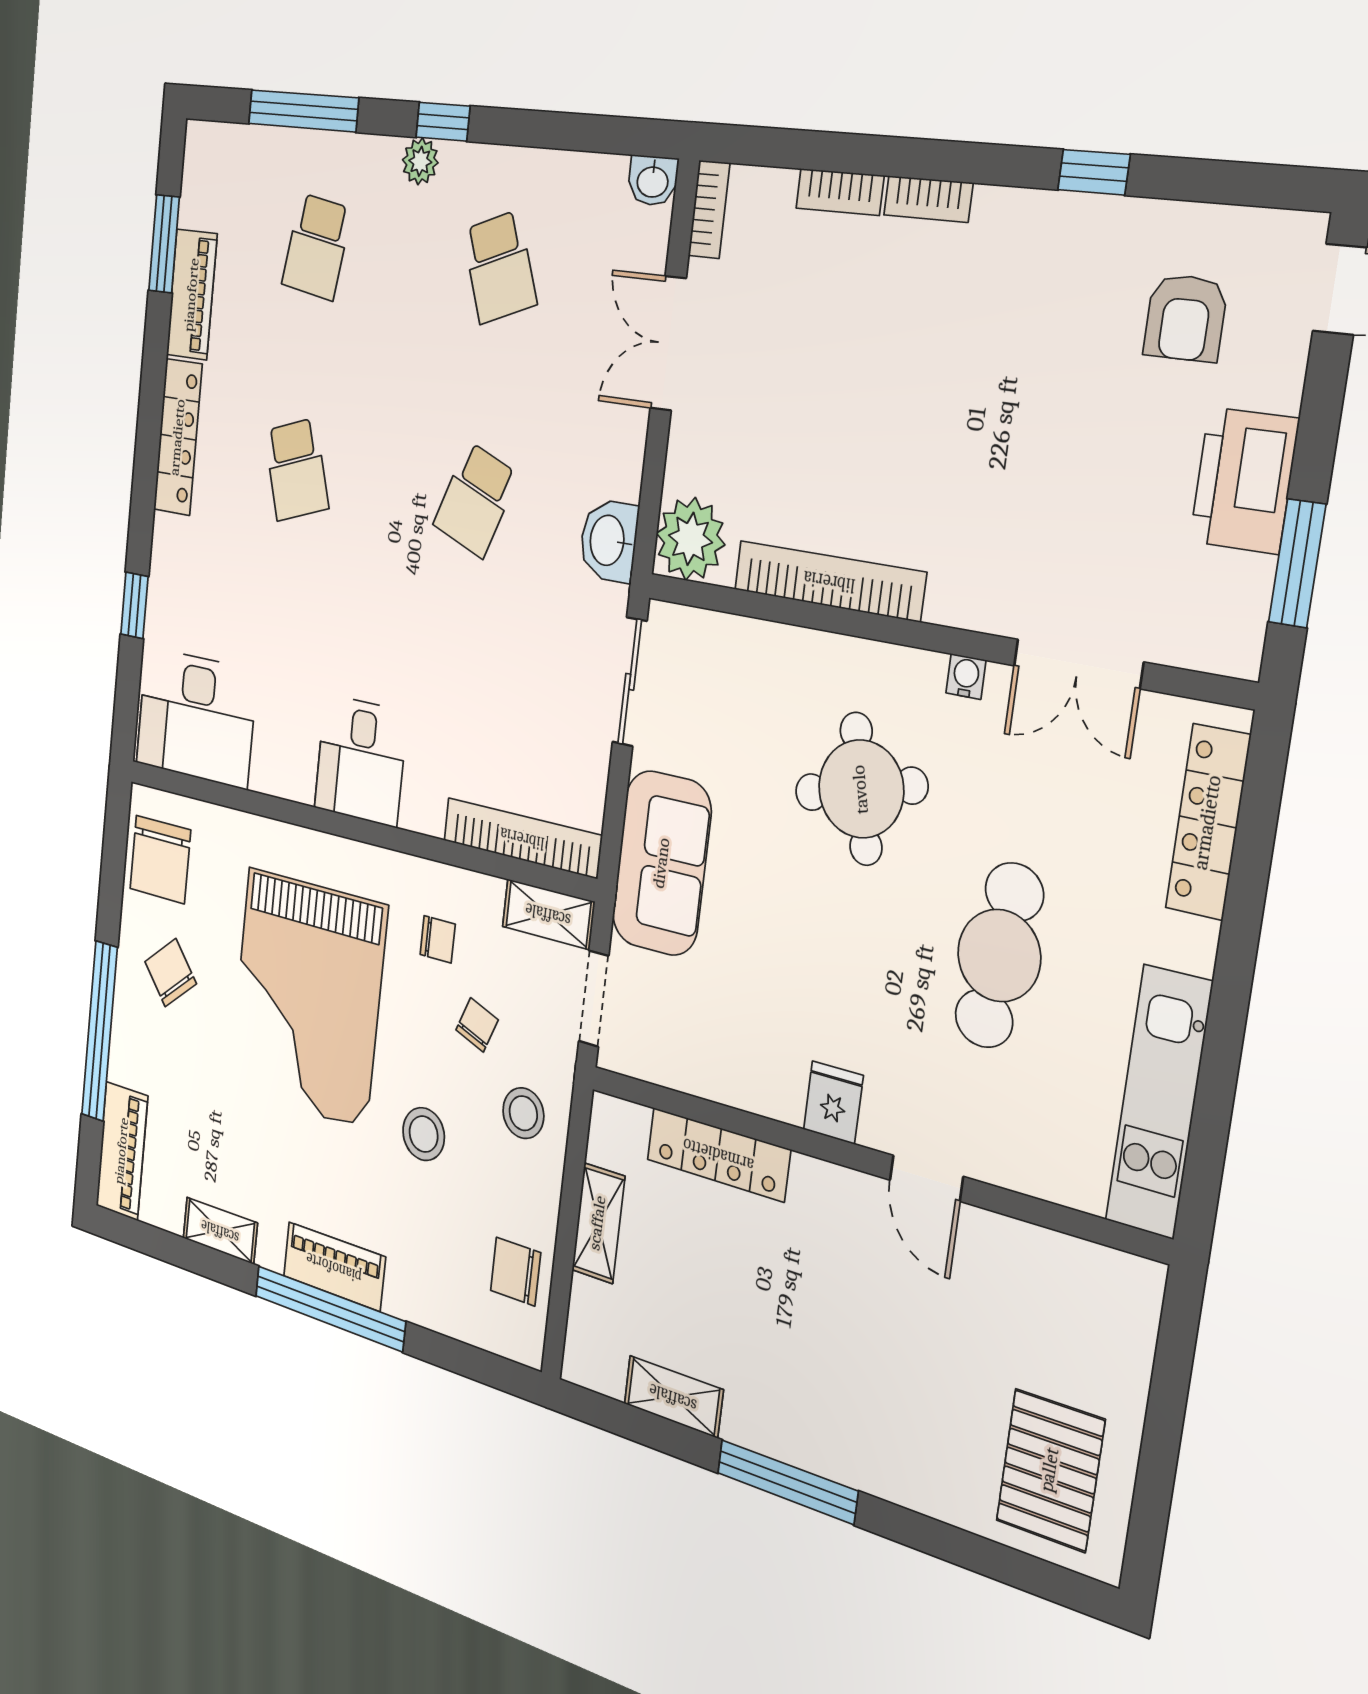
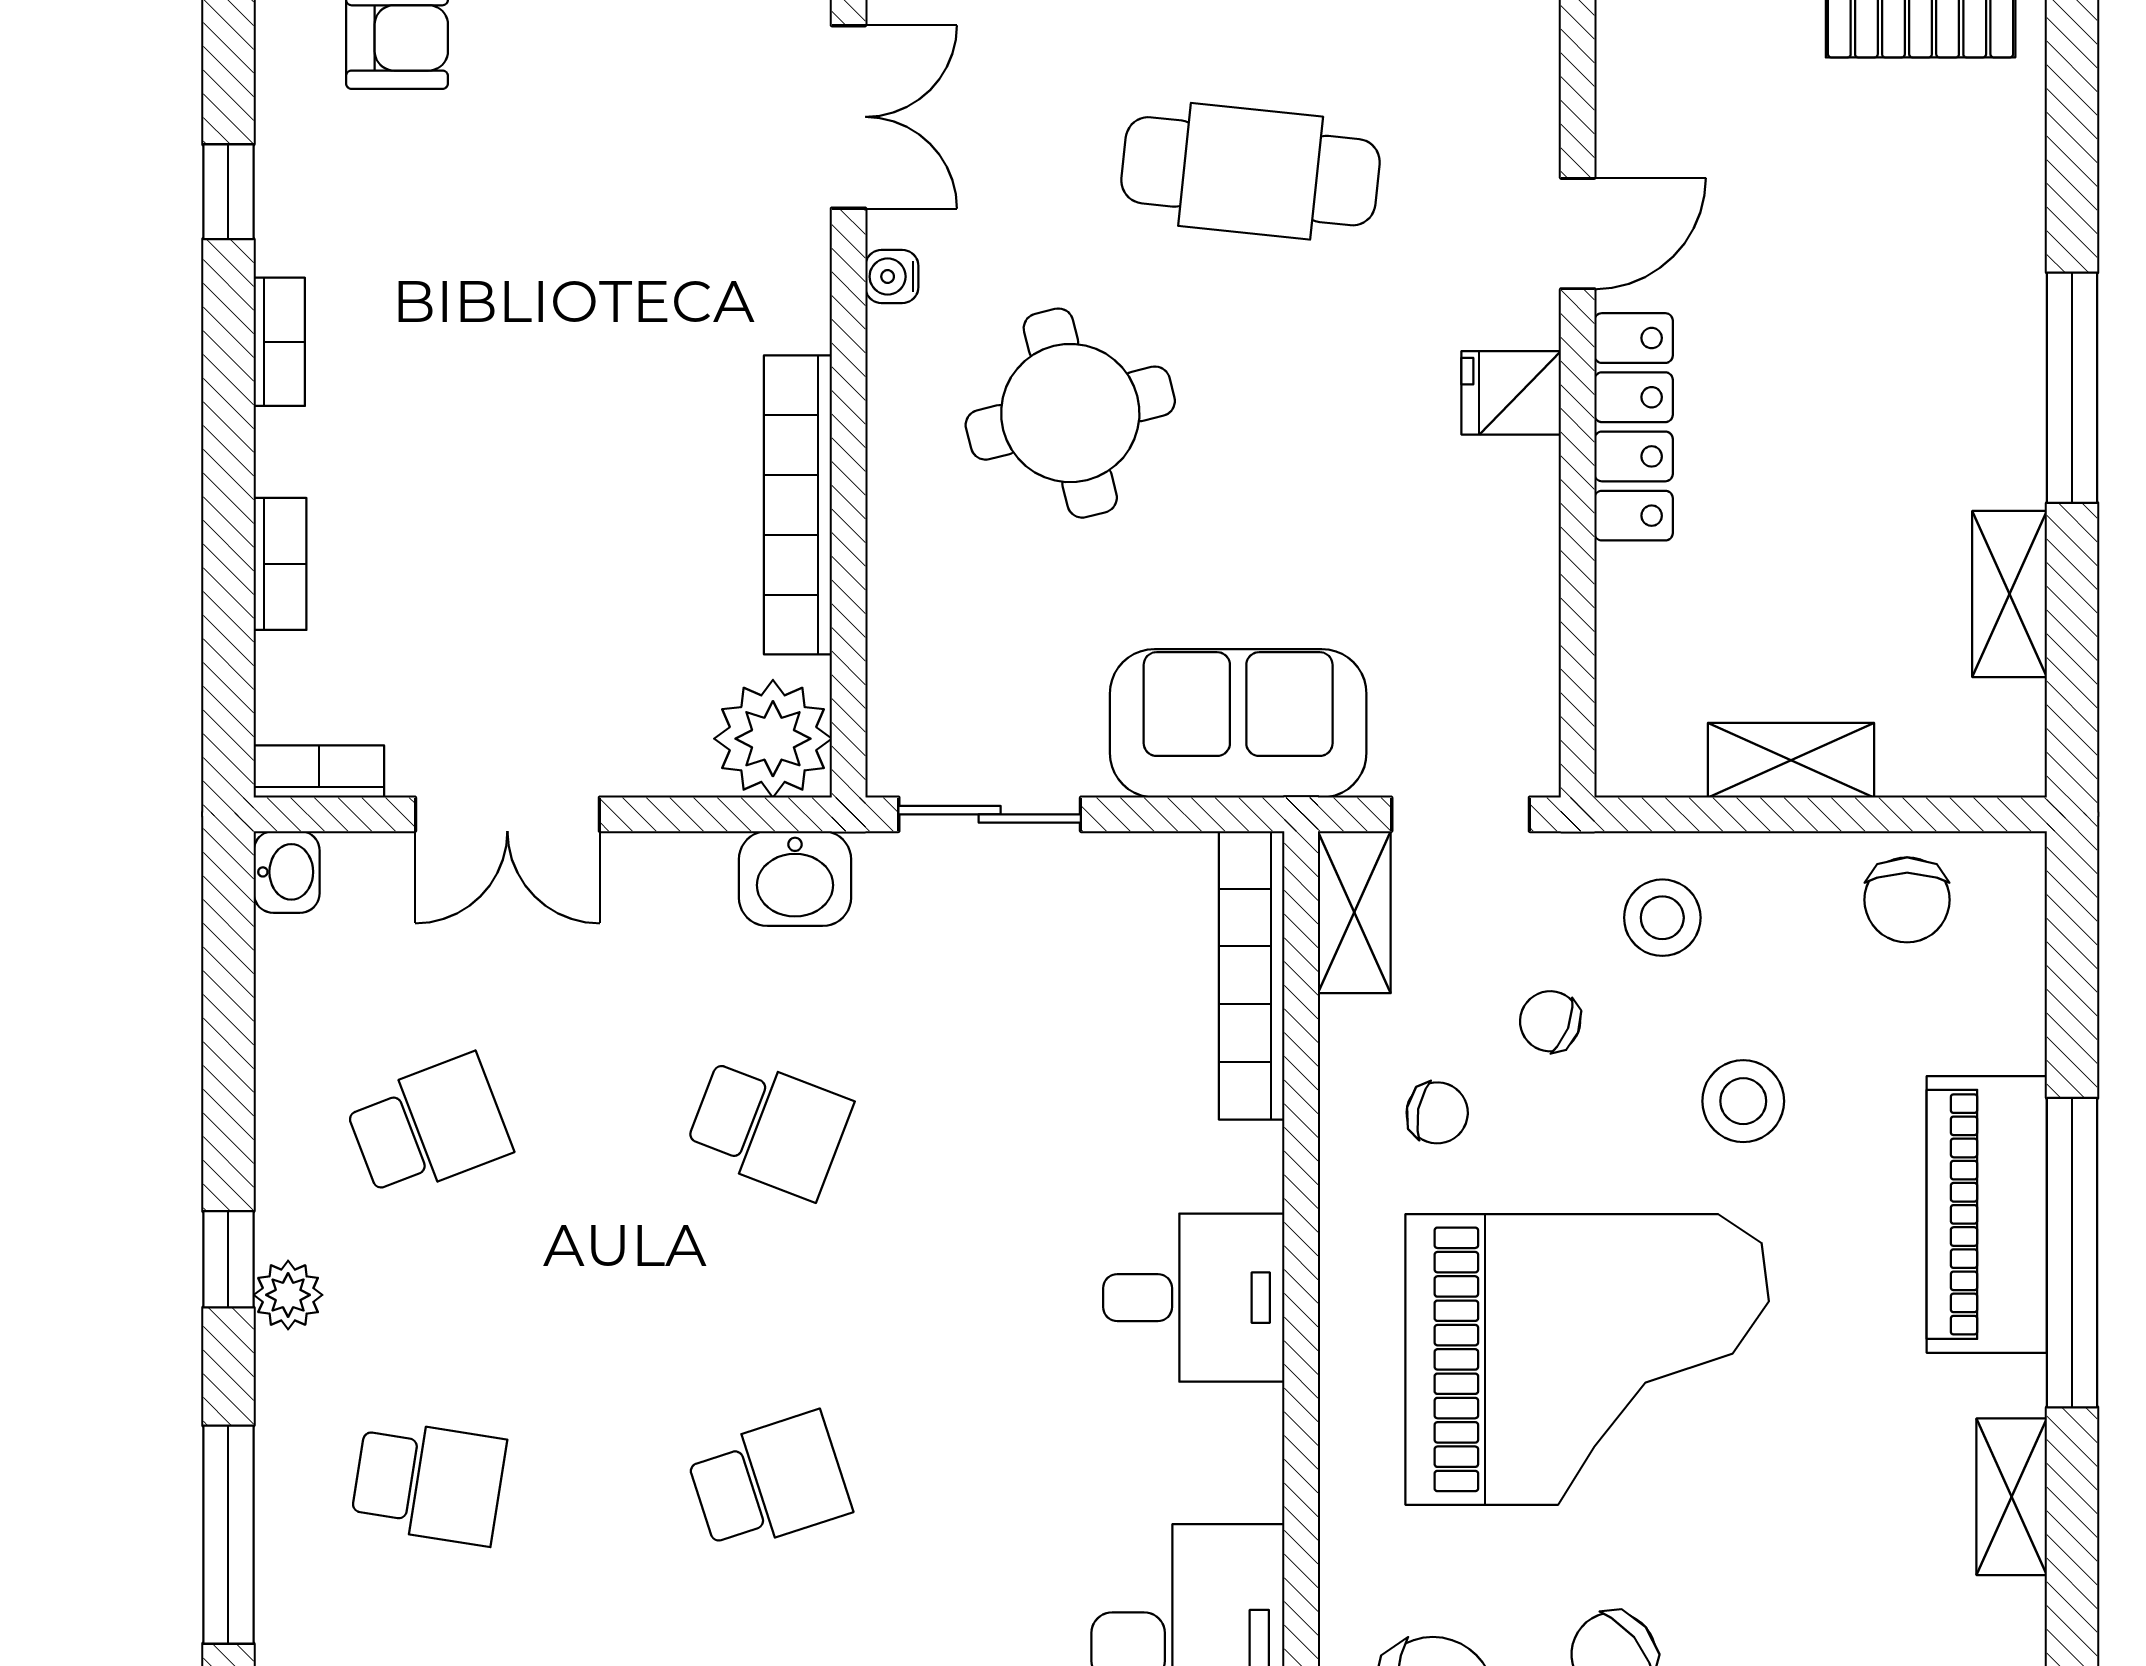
bookcase: (928, 199) -> (279, 342), moved
chair: (438, 939) -> (1437, 1113), turned 101
locker: (718, 1154) -> (1634, 427), moved
piano: (334, 1267) -> (1987, 1214), width x1.37, depth x1.33

